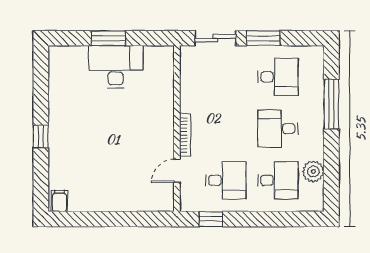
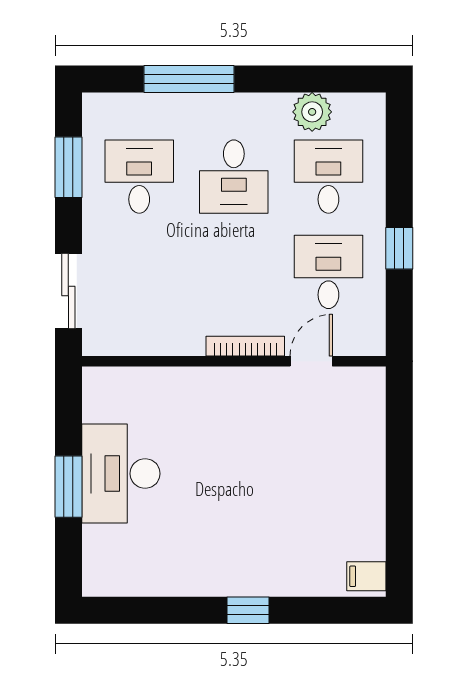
window: (263, 38) -> (68, 167), moved
door: (177, 171) -> (311, 361), swing flipped
window: (211, 219) -> (399, 248), moved

